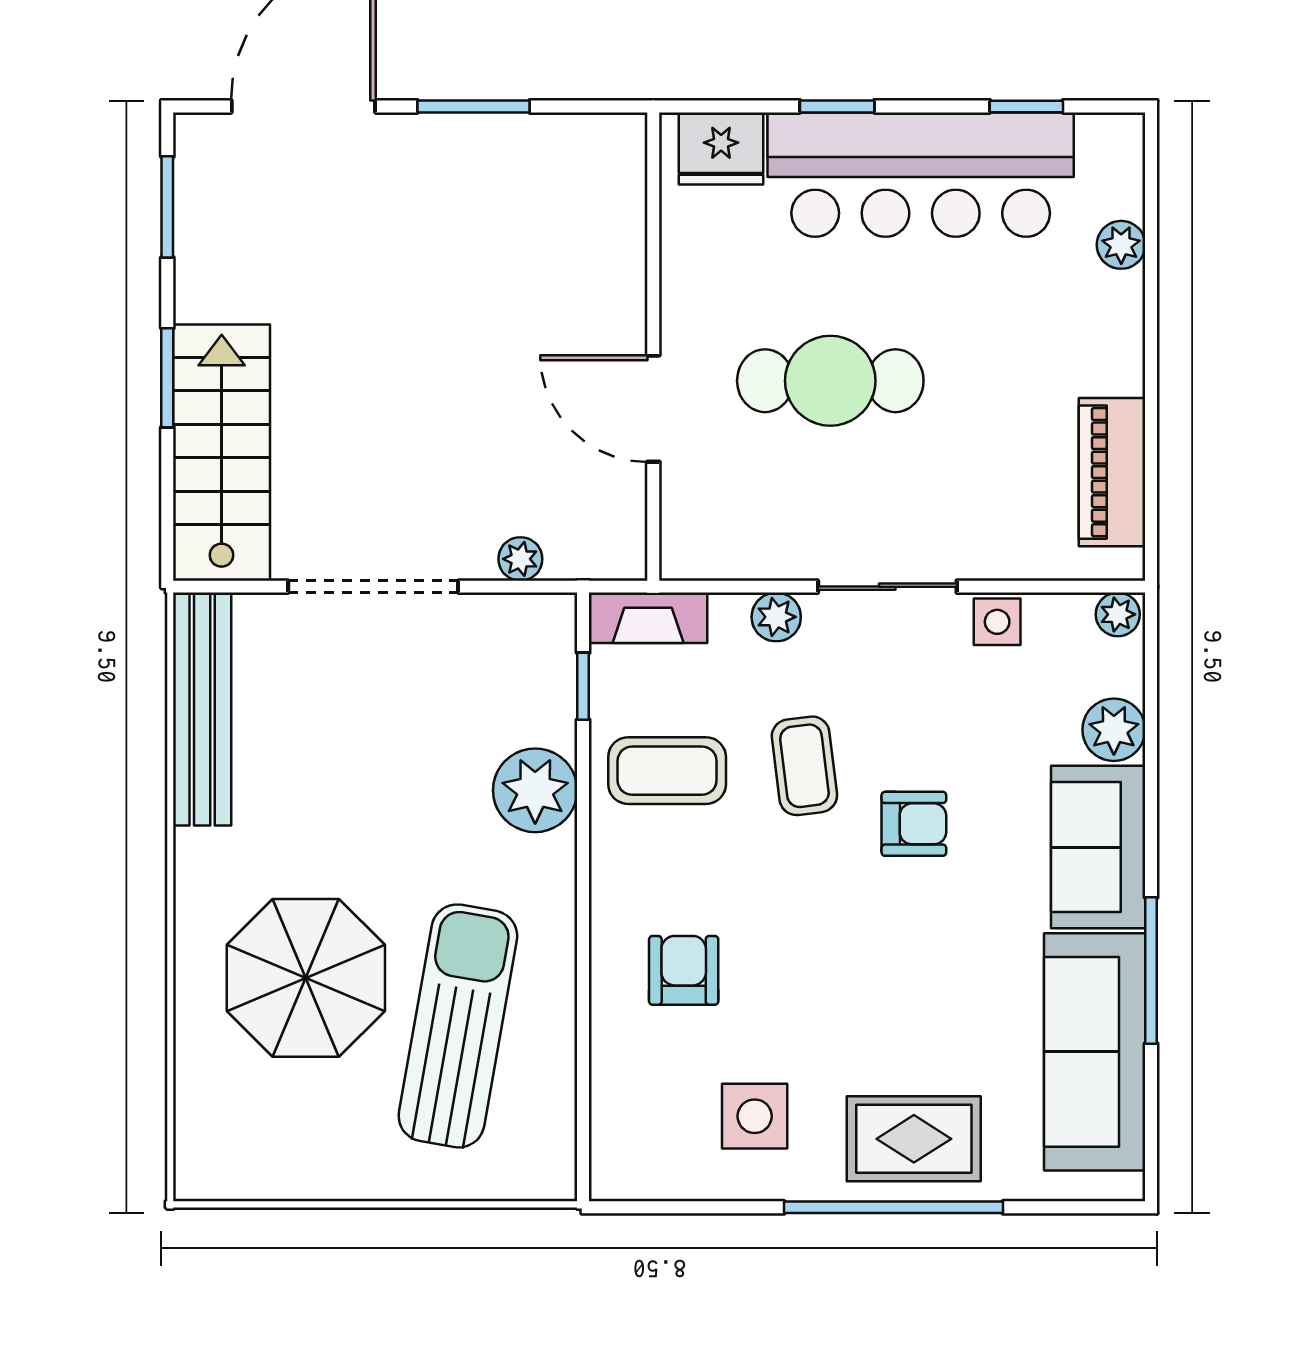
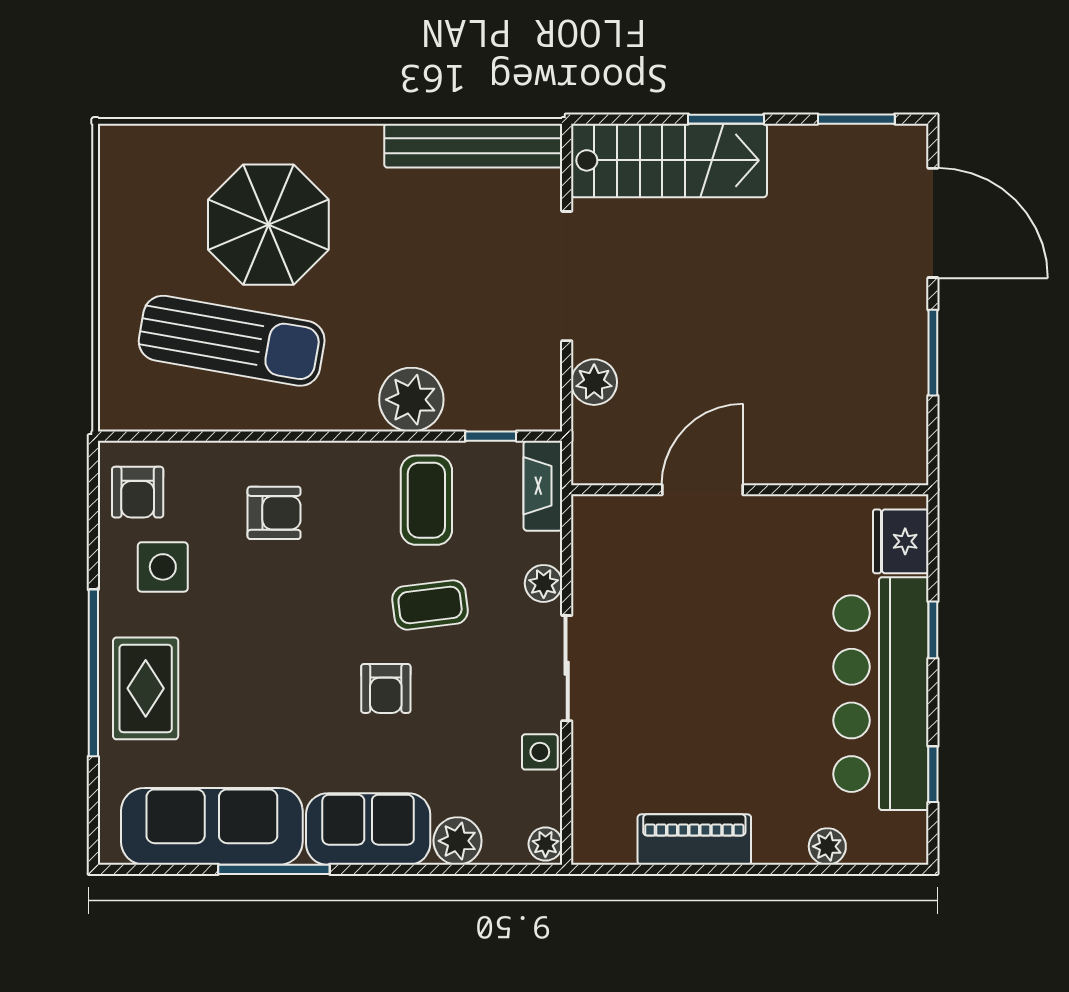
cafe table: (830, 381) -> (724, 625), removed
piano: (1112, 472) -> (694, 840), moved
plant: (520, 559) -> (594, 382), width x1.38, depth x1.38
armchair: (656, 1149) -> (138, 492), added

